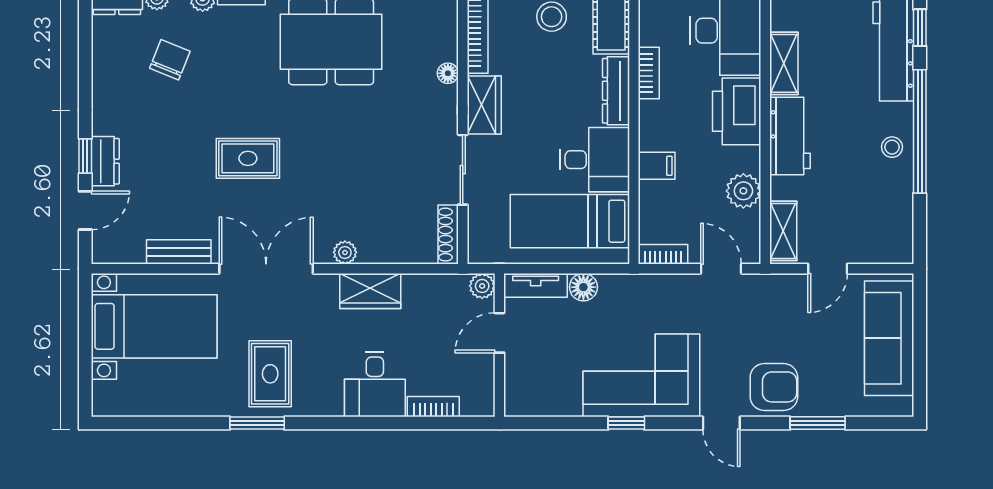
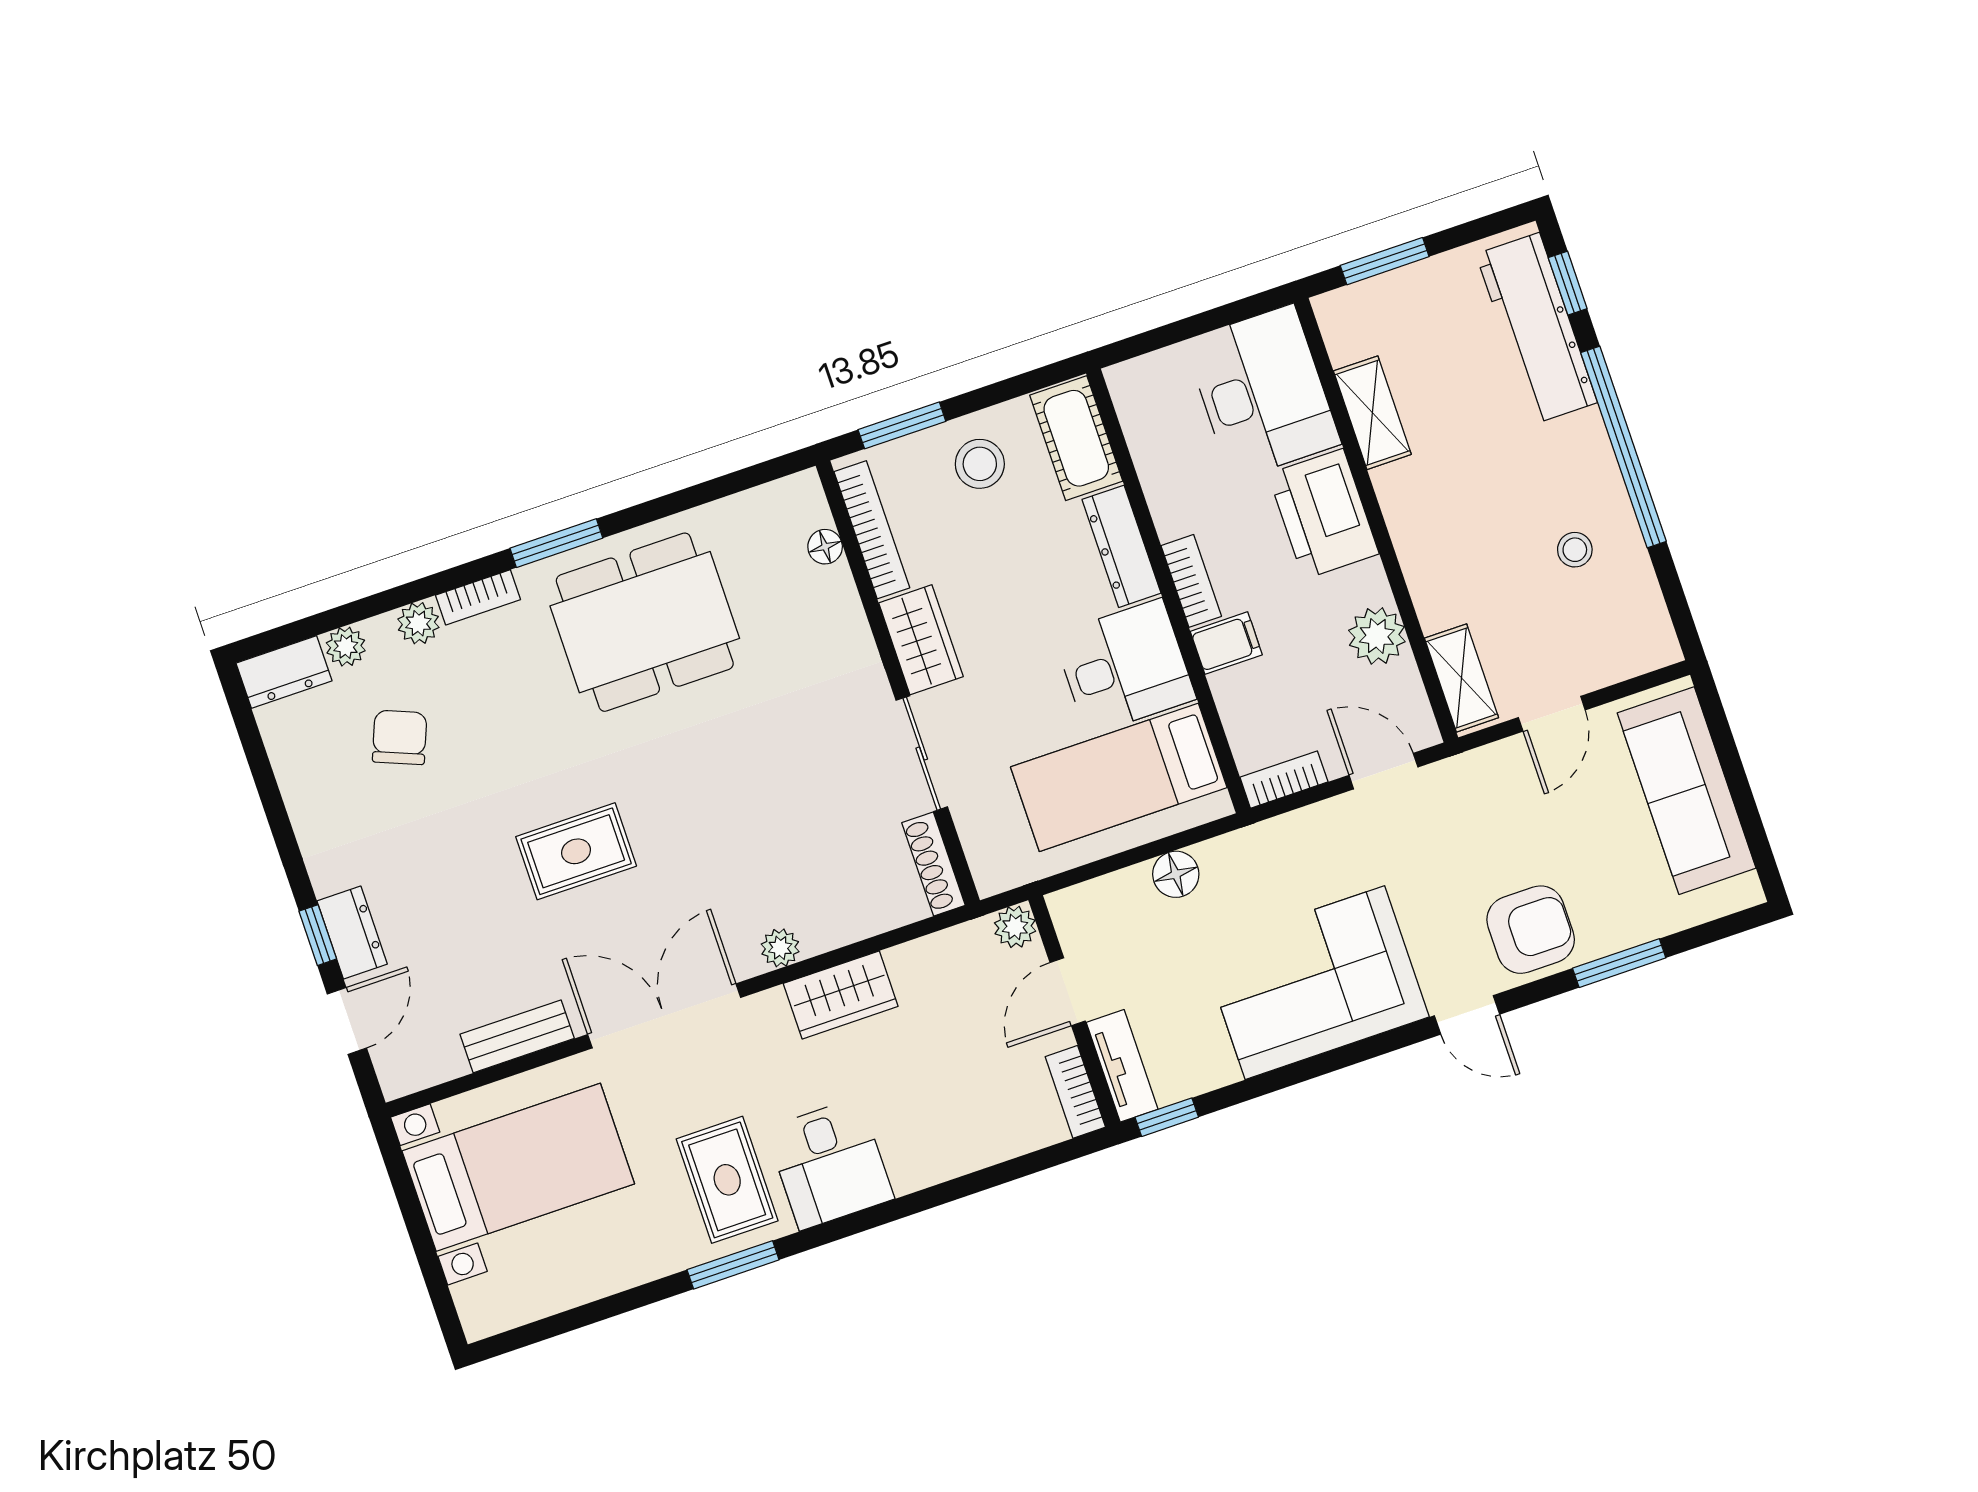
floor lamp: (448, 73) -> (825, 547), moved
bookcase: (649, 73) -> (1191, 581), moved
workbench: (790, 136) -> (1421, 524), removed
stool: (892, 147) -> (1575, 550), moved
tv unit: (536, 285) -> (1122, 1066), moved, turned -90
desk: (375, 384) -> (830, 1164), moved
bookcase: (433, 407) -> (1075, 1092), moved, turned -90
window: (626, 423) -> (1167, 1117), moved

